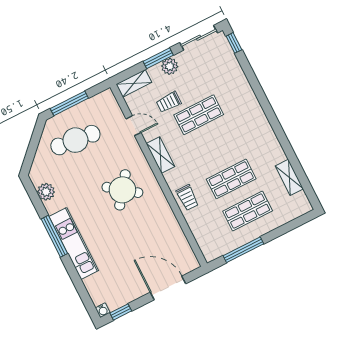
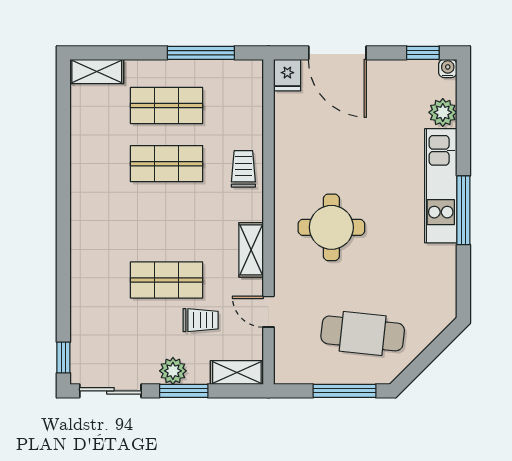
shelving: (289, 177) -> (97, 71), moved, turned 90
round table: (122, 190) -> (331, 227), turned -37
plant: (46, 192) -> (443, 112), moved
fridge: (189, 262) -> (287, 75), added

